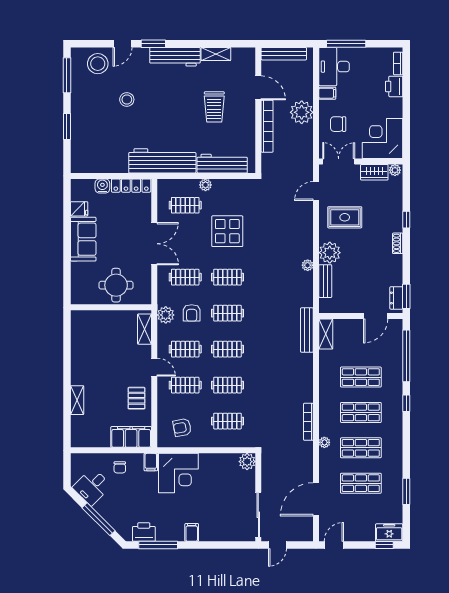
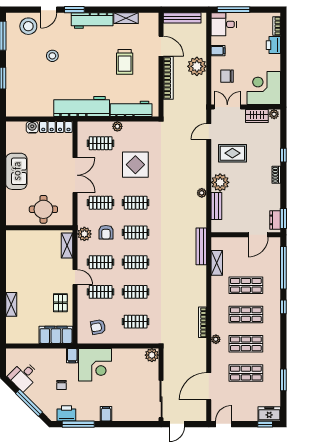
desk: (334, 67) -> (224, 24), width x0.73
fridge: (79, 209) -> (13, 146), removed
shelving: (326, 334) -> (217, 263), moved
chair: (120, 467) -> (61, 385), moved

